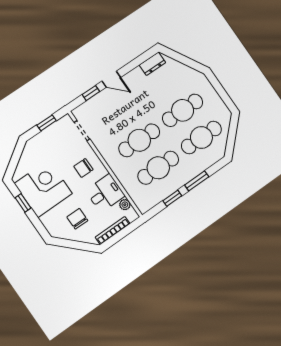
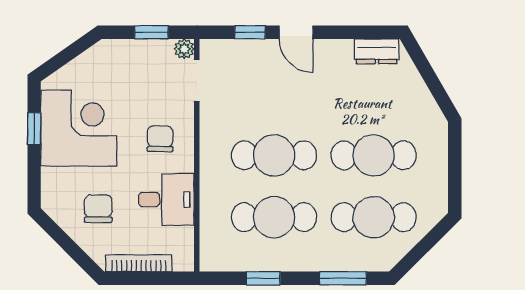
chair: (83, 168) -> (160, 139), turned 90
window: (197, 181) -> (343, 278), moved
plant: (125, 205) -> (184, 49), moved

